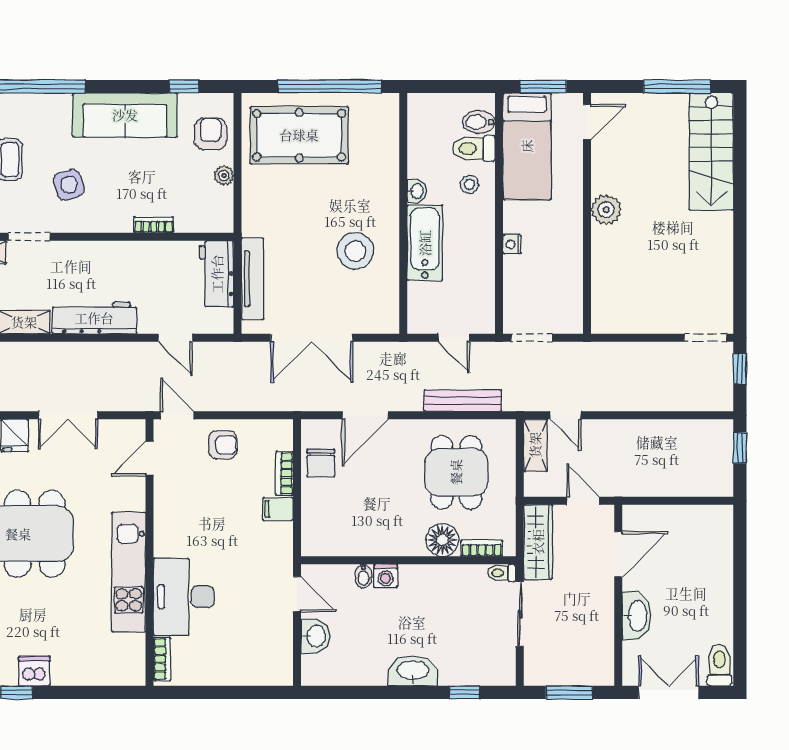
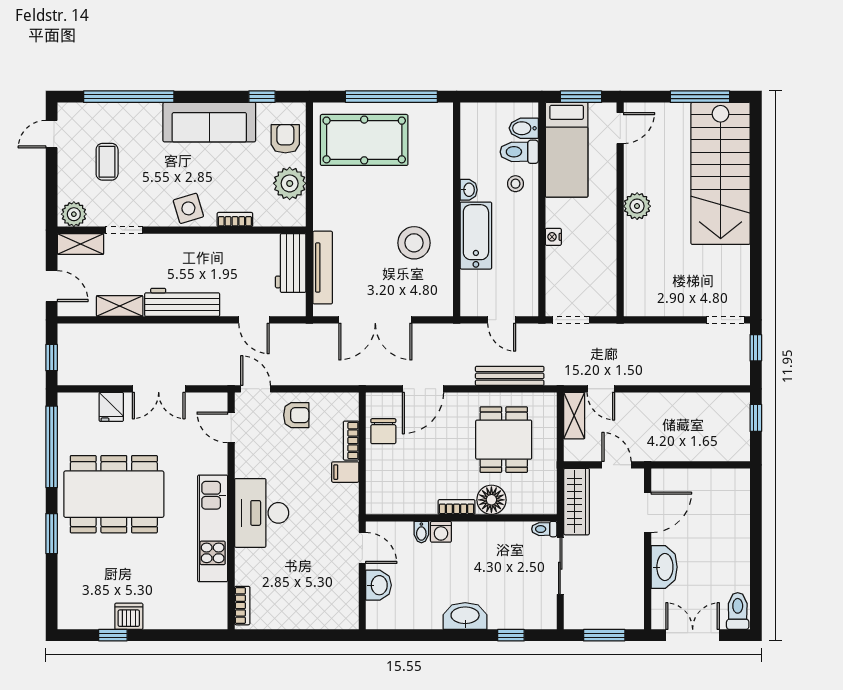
stairs: (711, 152) -> (721, 173), width x1.36, depth x1.51
plant: (224, 176) -> (290, 183), width x1.87, depth x1.87
side table: (69, 185) -> (188, 208), moved
door: (149, 459) -> (231, 427), hinge flipped
bookcase: (482, 548) -> (457, 507), moved
desk: (184, 597) -> (262, 513), moved

